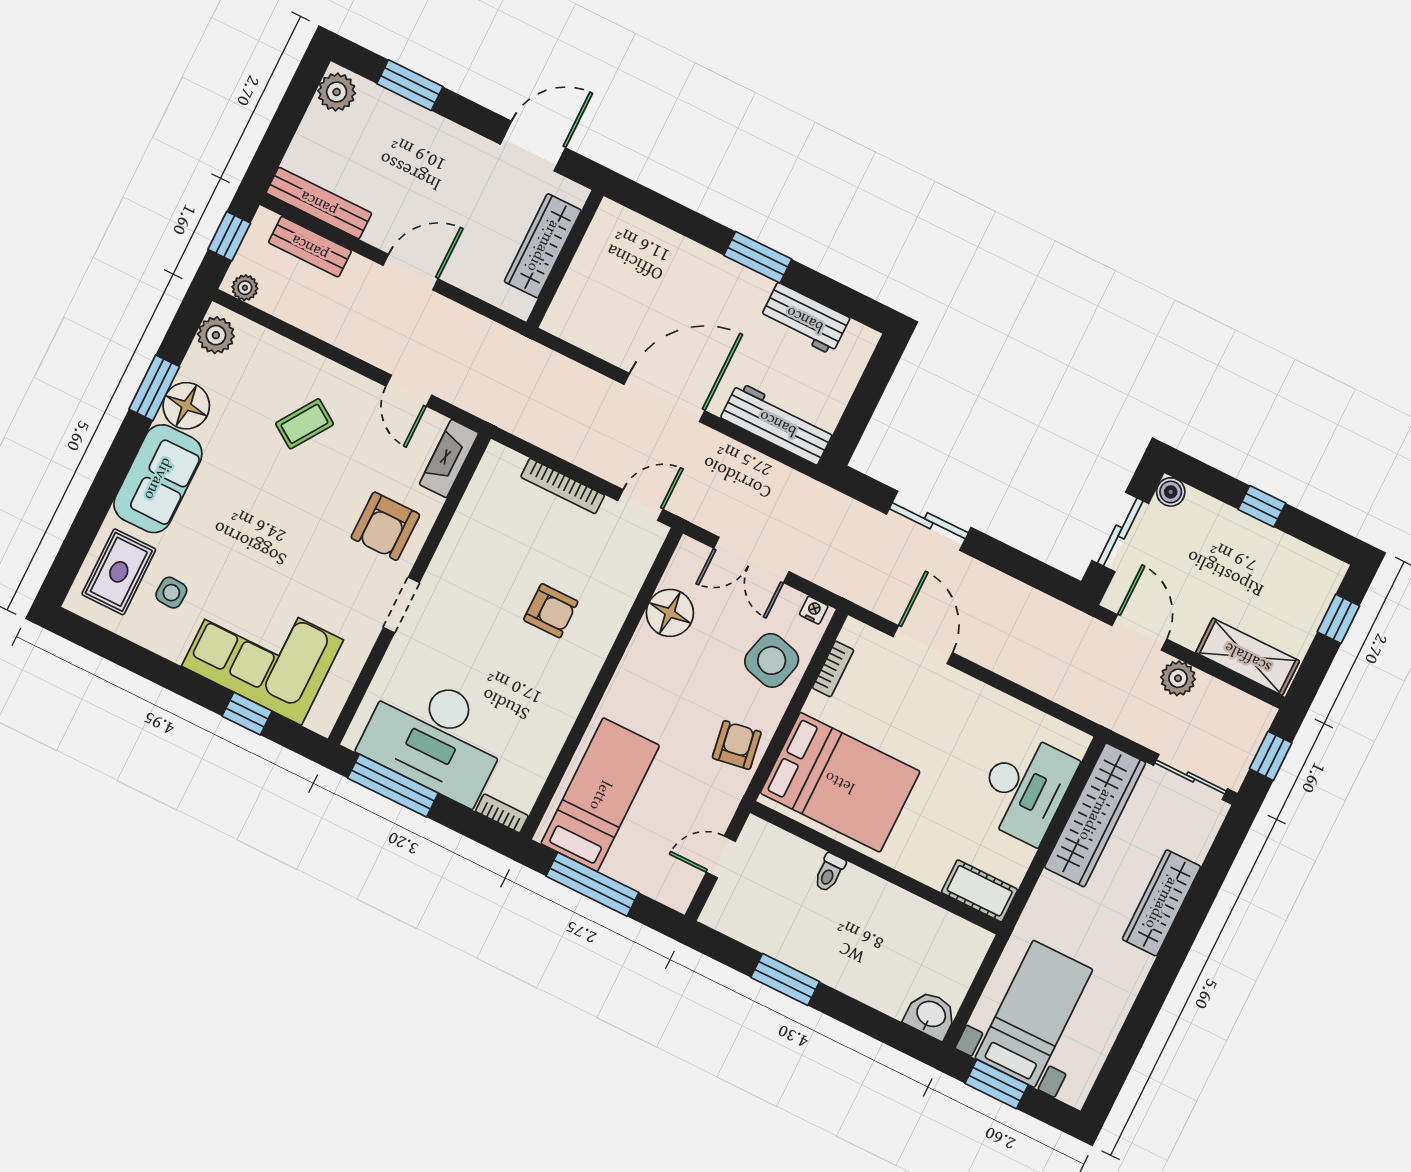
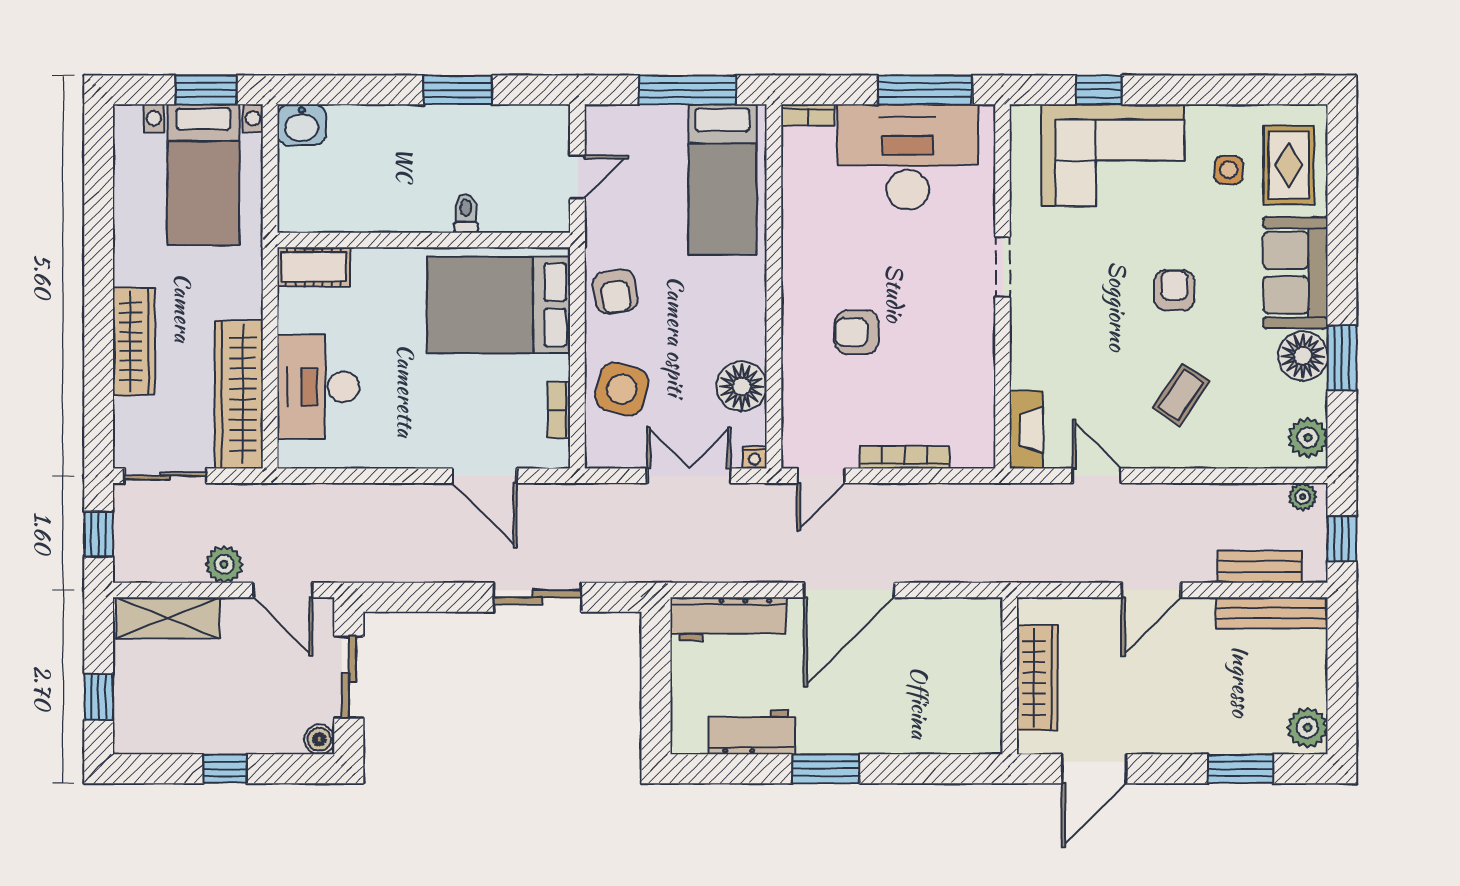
armchair: (385, 526) -> (1174, 290), moved, width x0.72, depth x0.72
nightstand: (814, 610) -> (755, 457), moved

